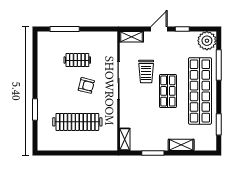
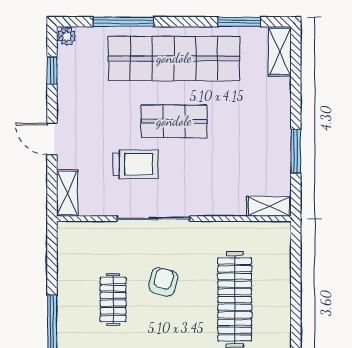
window: (182, 29) -> (52, 70), moved
plant: (207, 41) -> (66, 36), width x0.53, depth x0.53
shelving: (181, 145) -> (280, 51), moved

